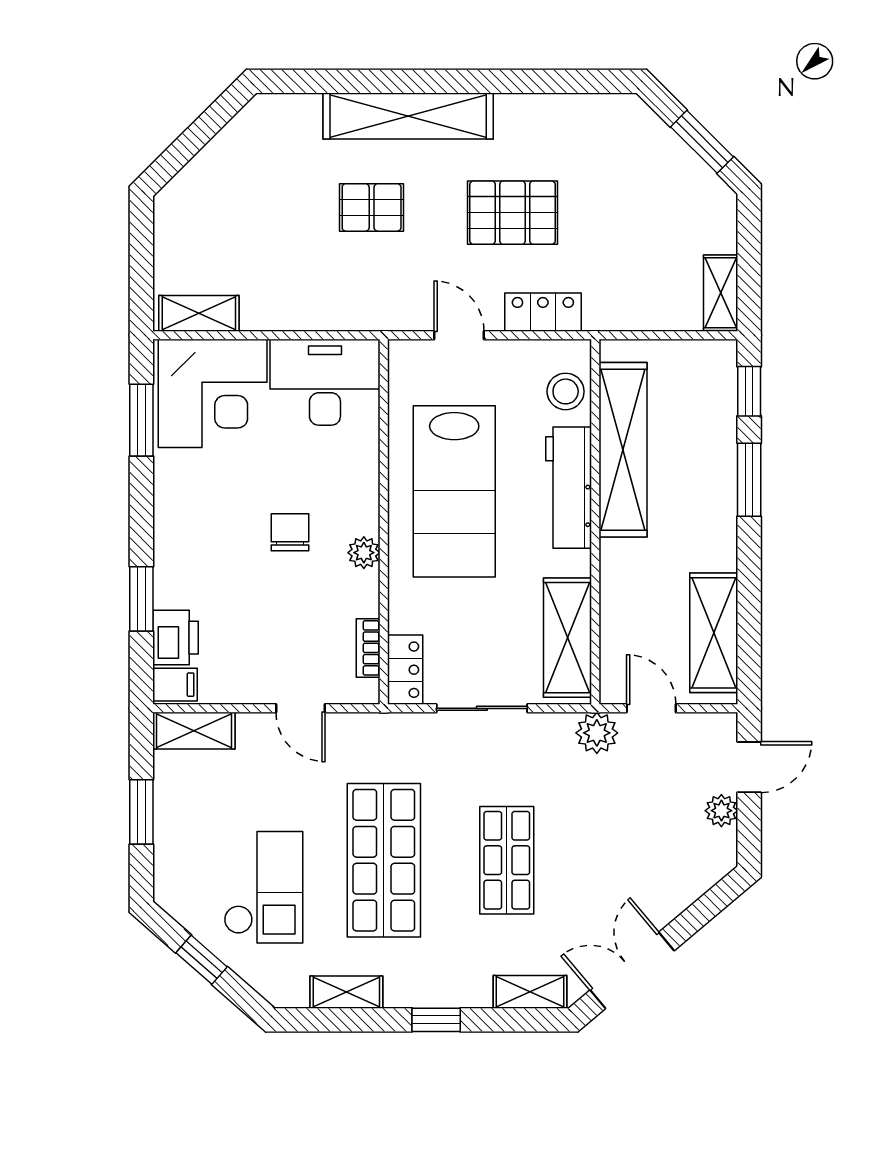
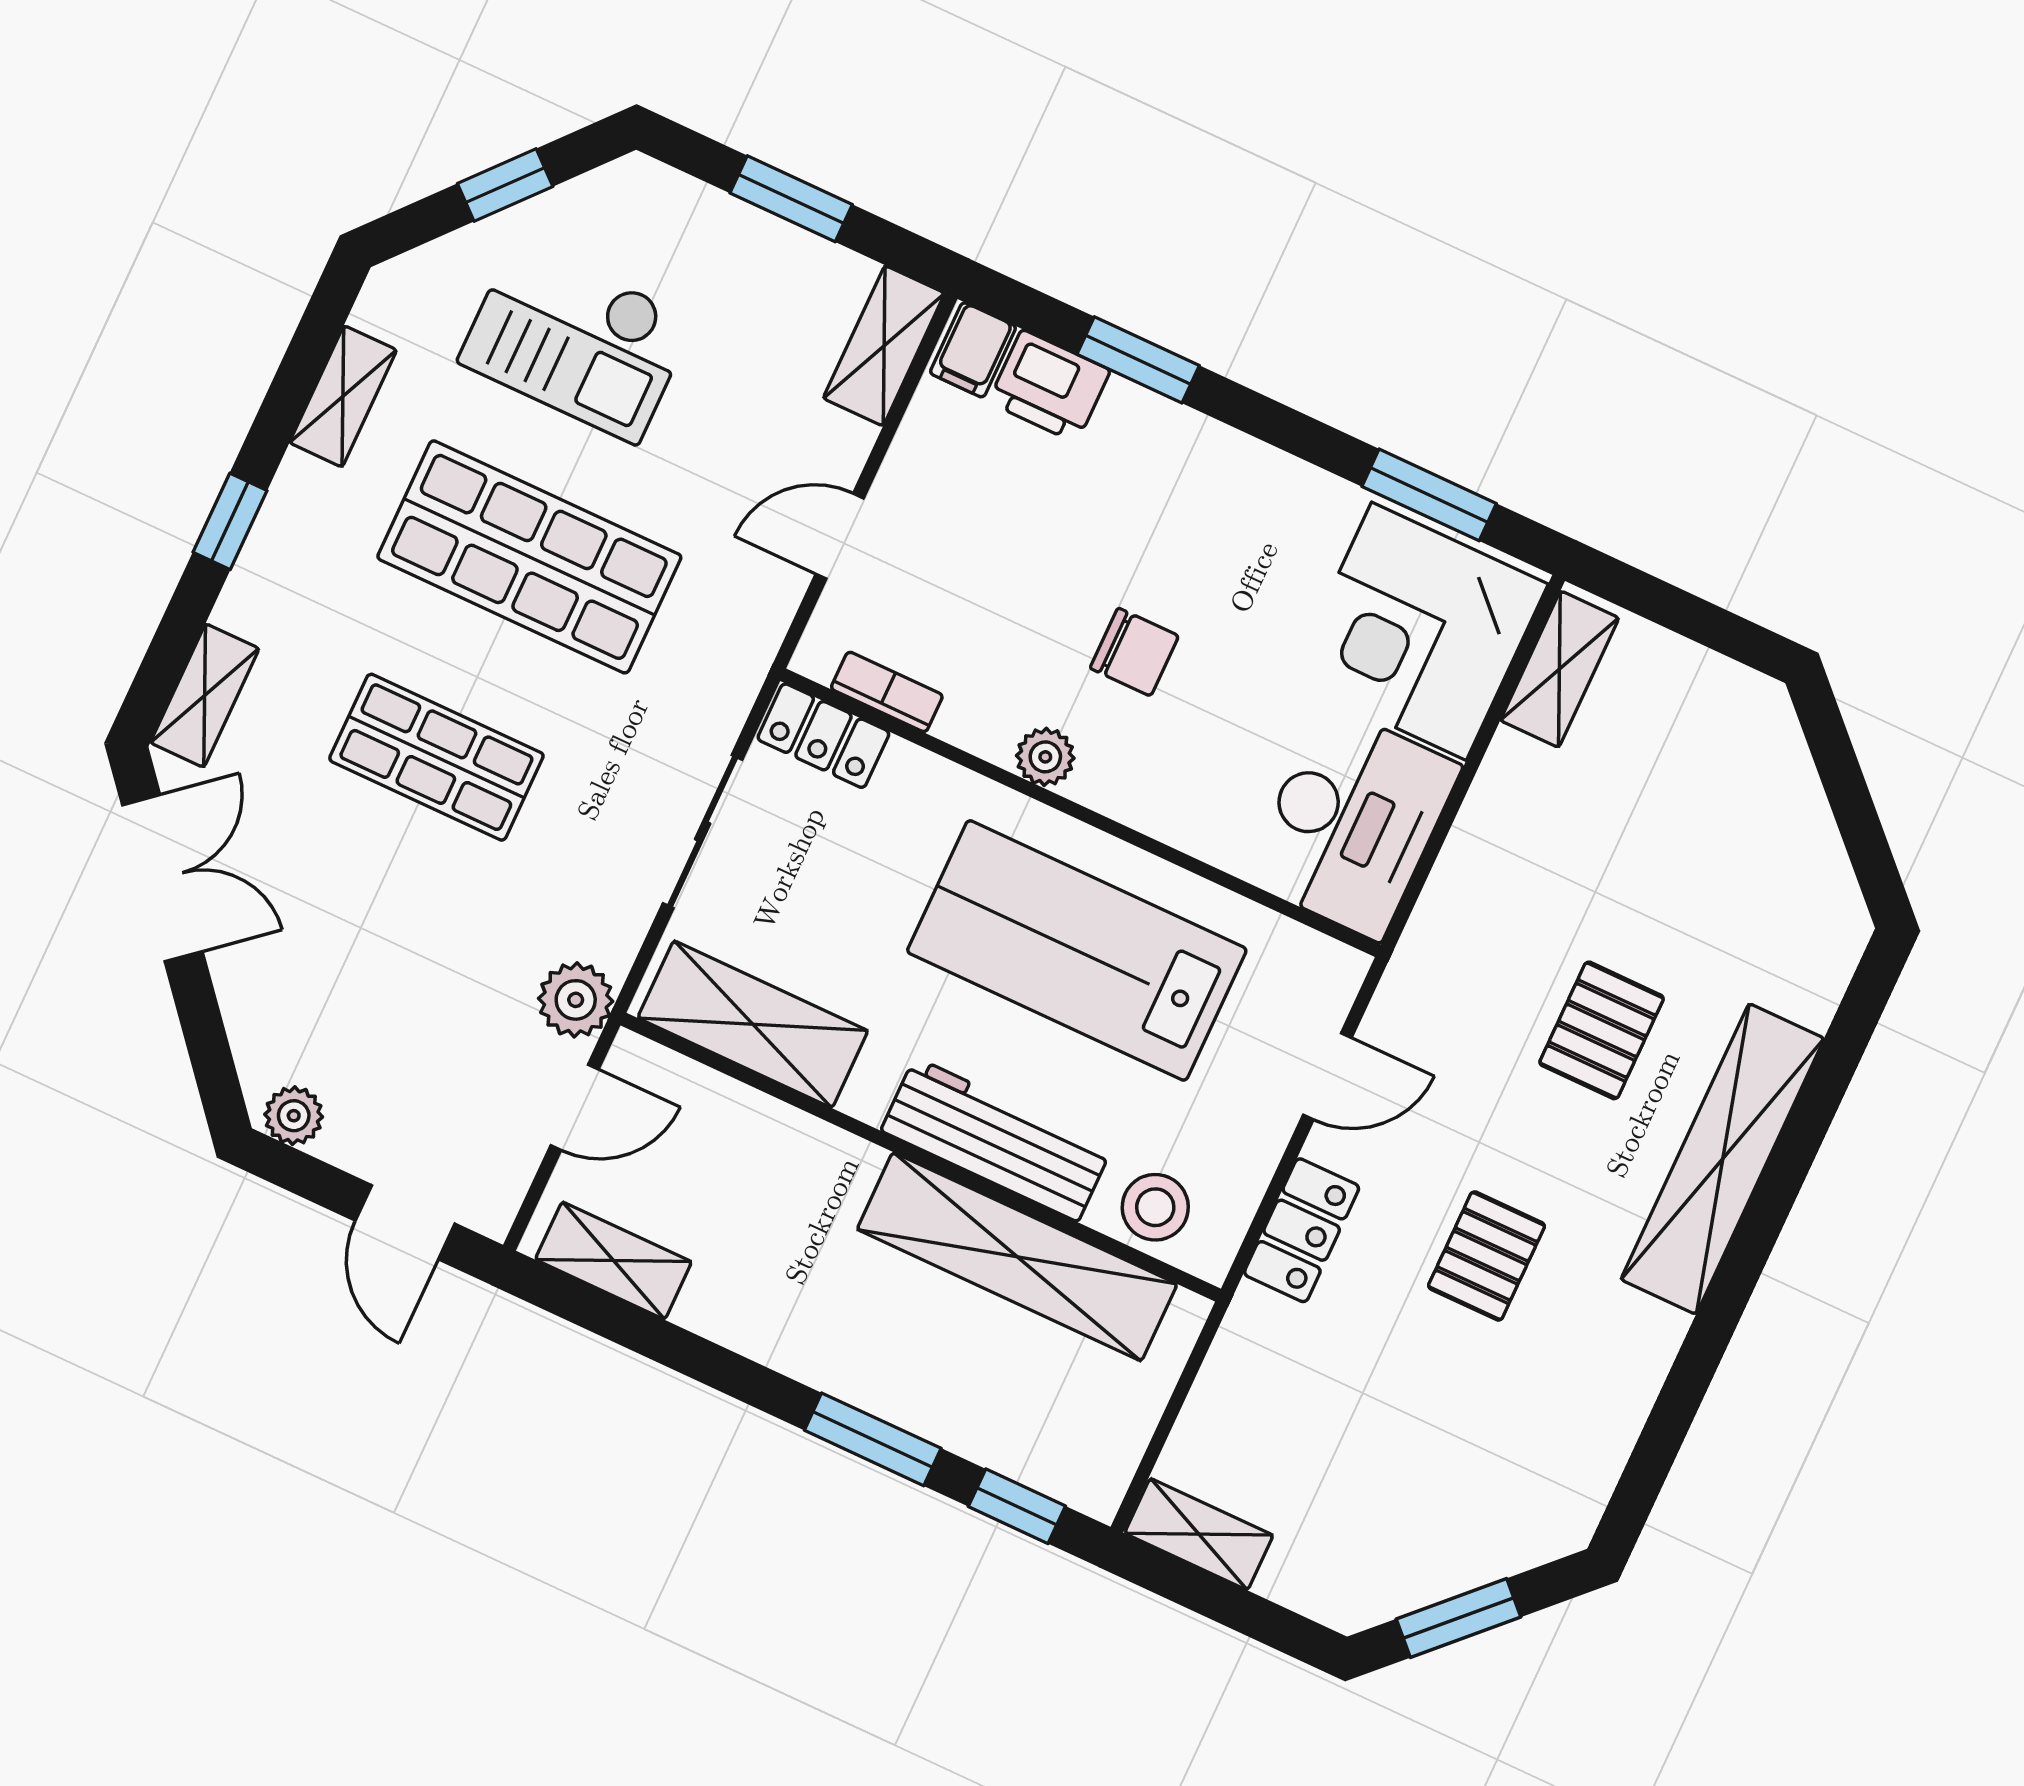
pallet: (513, 213) -> (1487, 1256), width x0.67, depth x0.71
shelving: (714, 633) -> (613, 1261), width x0.67, depth x0.75
plant: (721, 811) -> (294, 1116), moved

